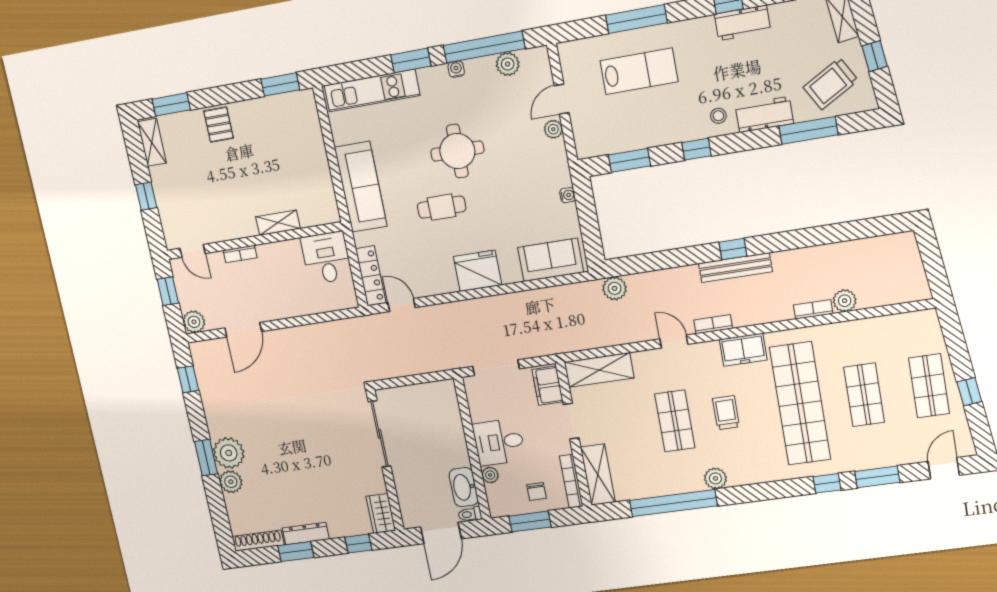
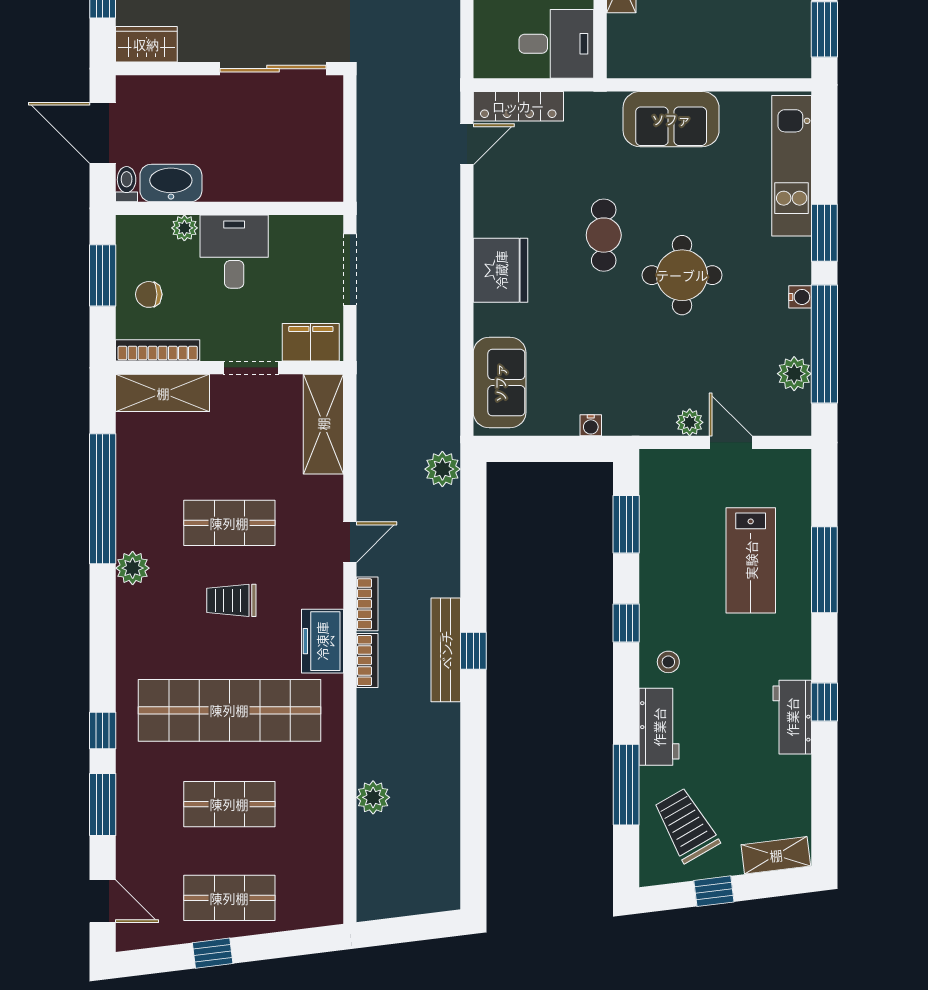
sofa: (361, 187) -> (671, 119), width x0.73
bookcase: (813, 309) -> (367, 661), moved
trolley: (726, 413) -> (231, 600), turned 180

